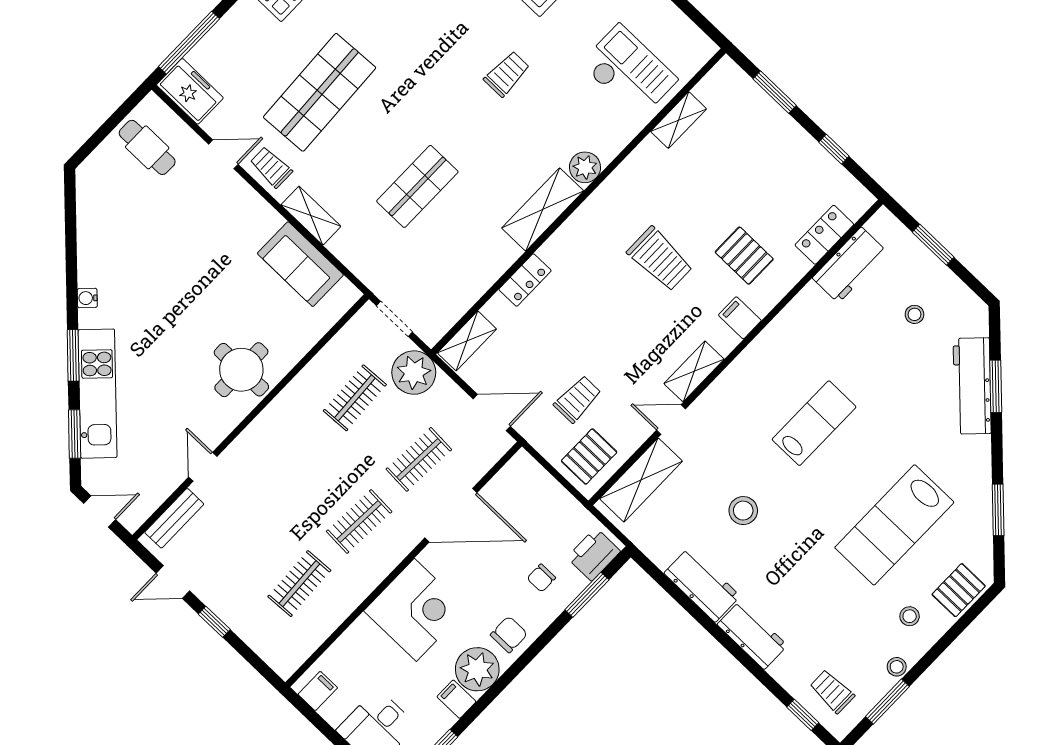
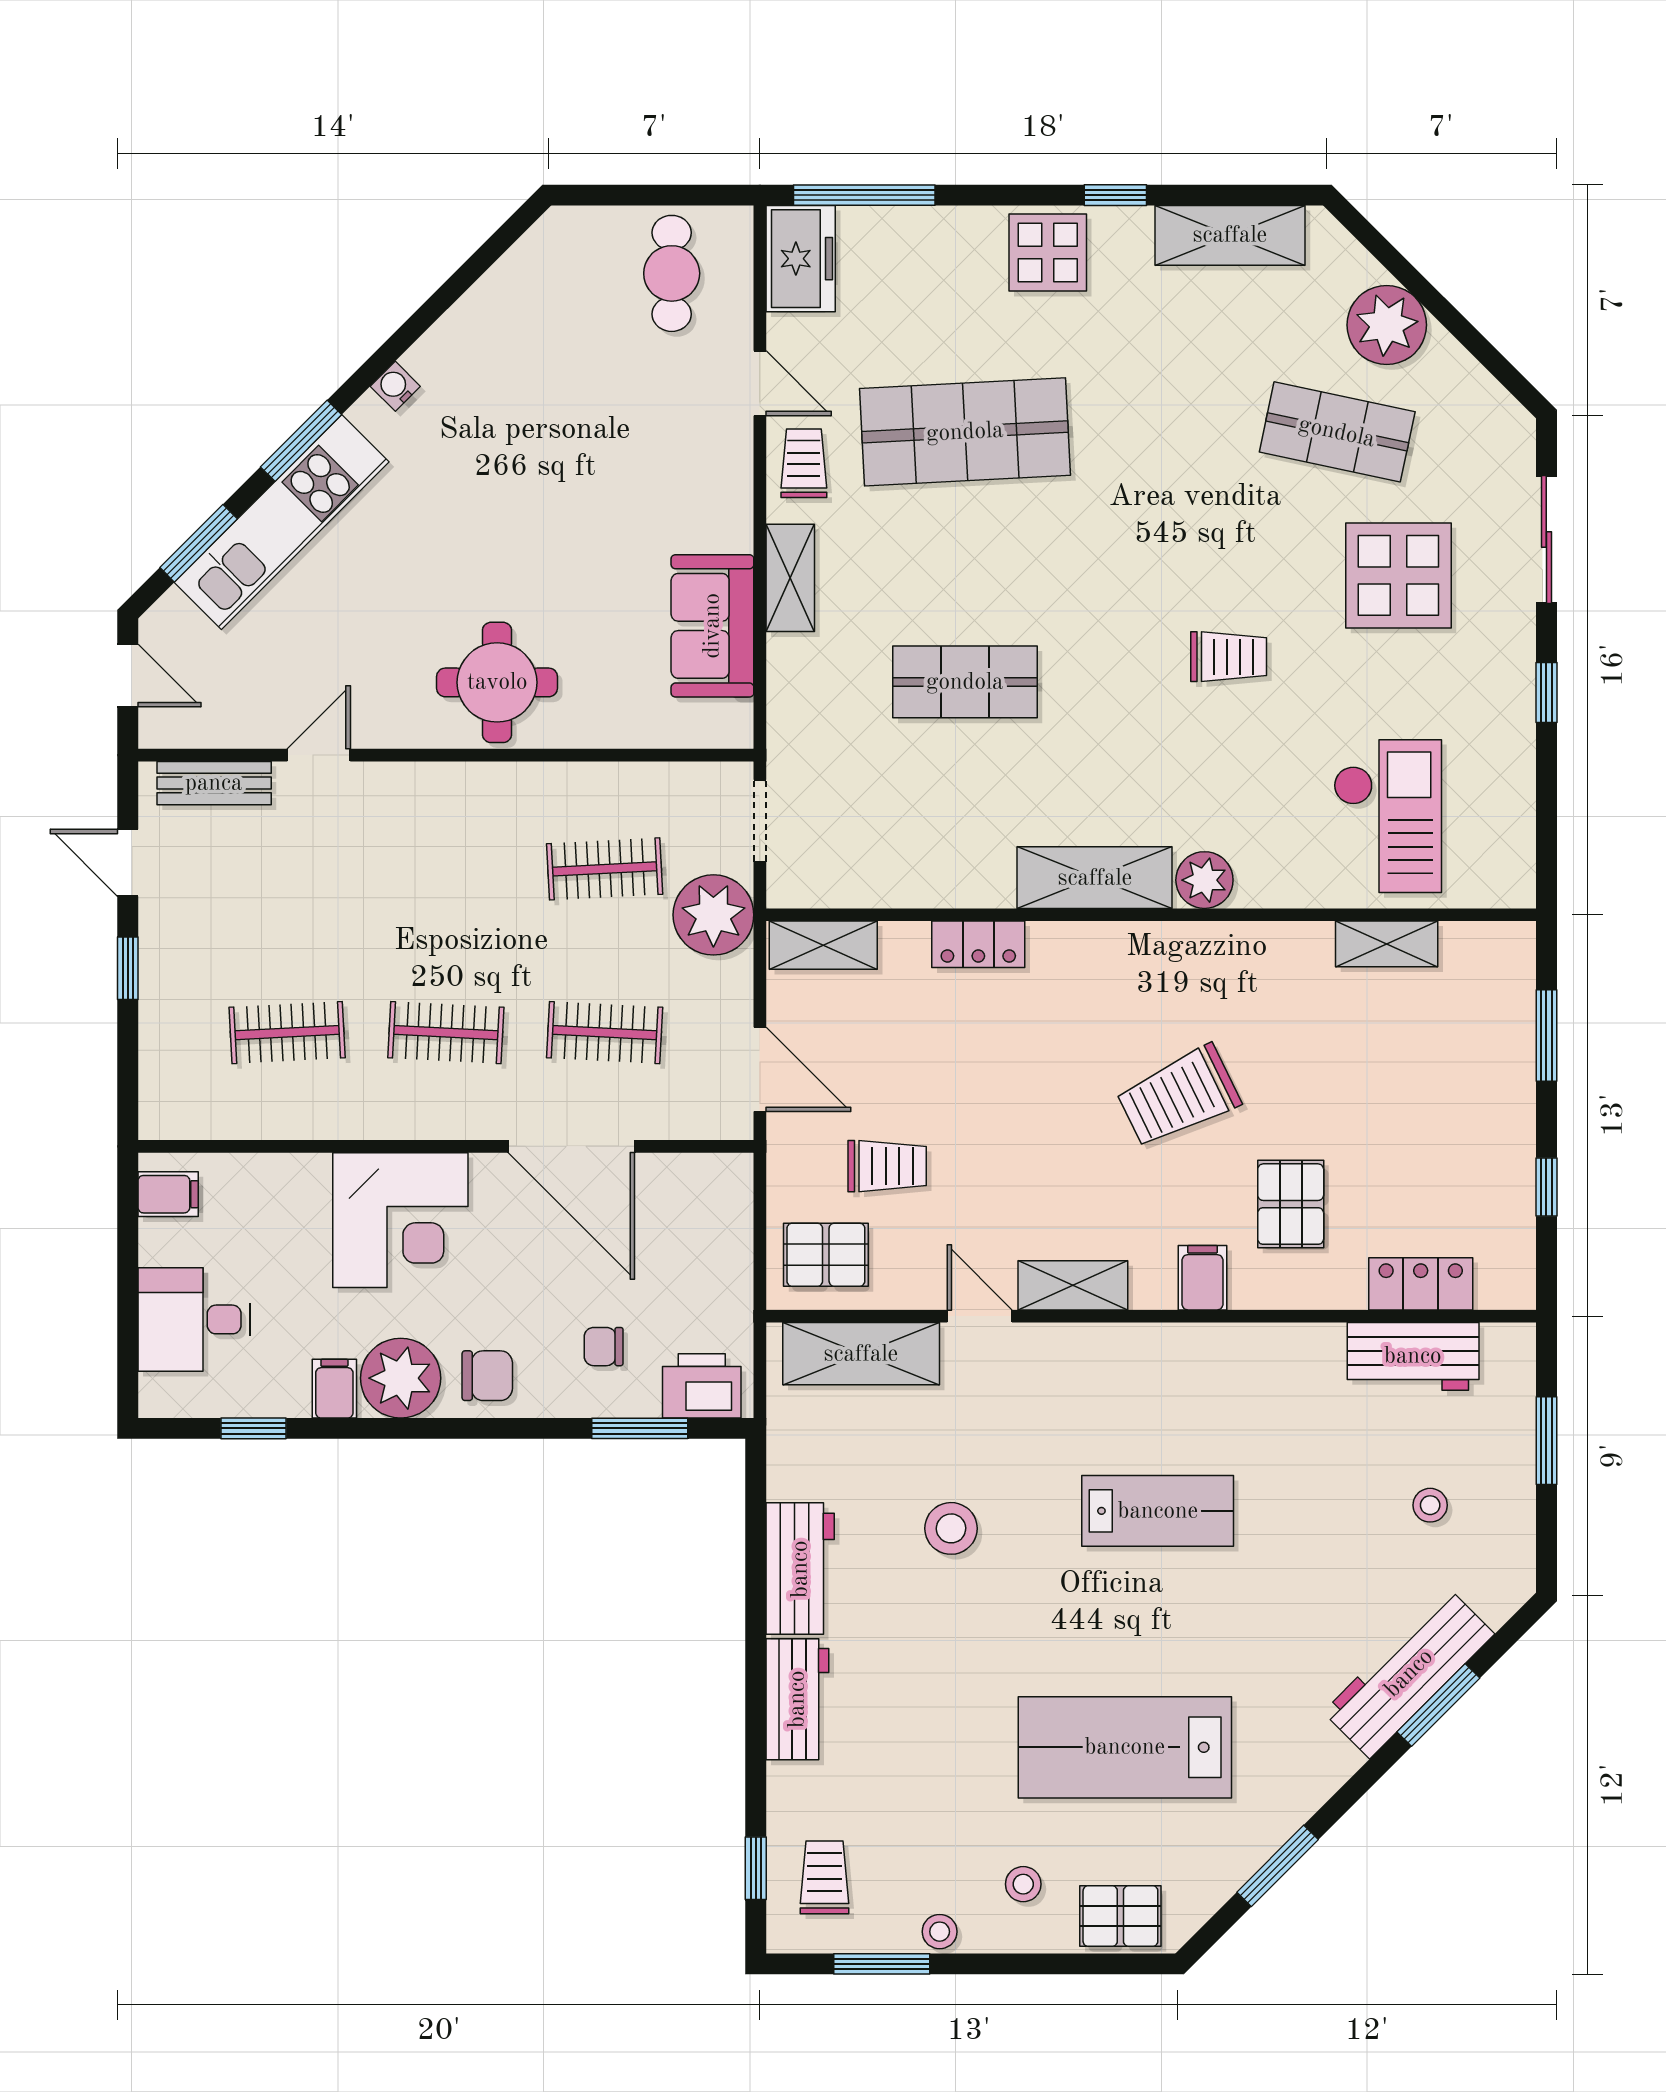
trolley: (660, 259) -> (1179, 1097), turned 64

